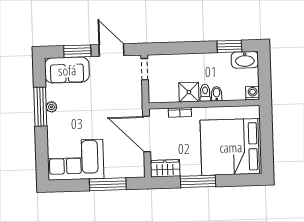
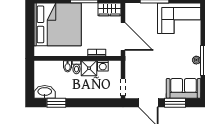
washing machine: (253, 93) -> (103, 66), moved

